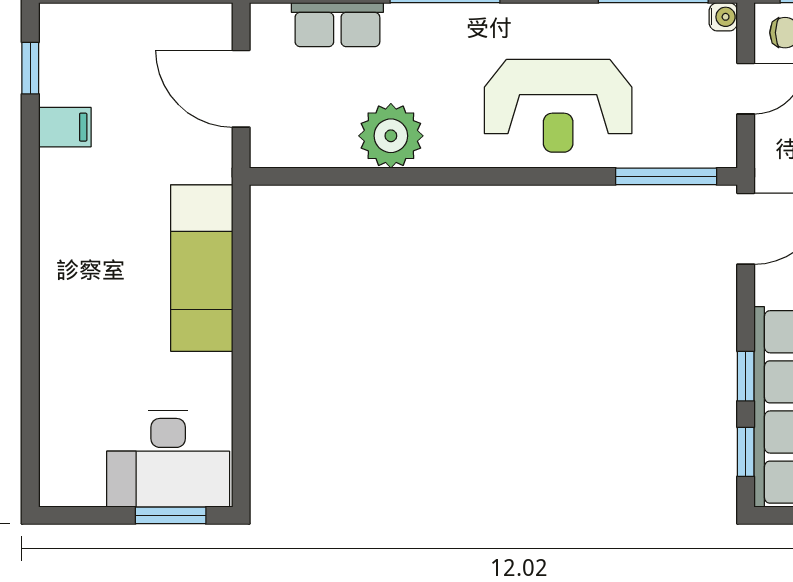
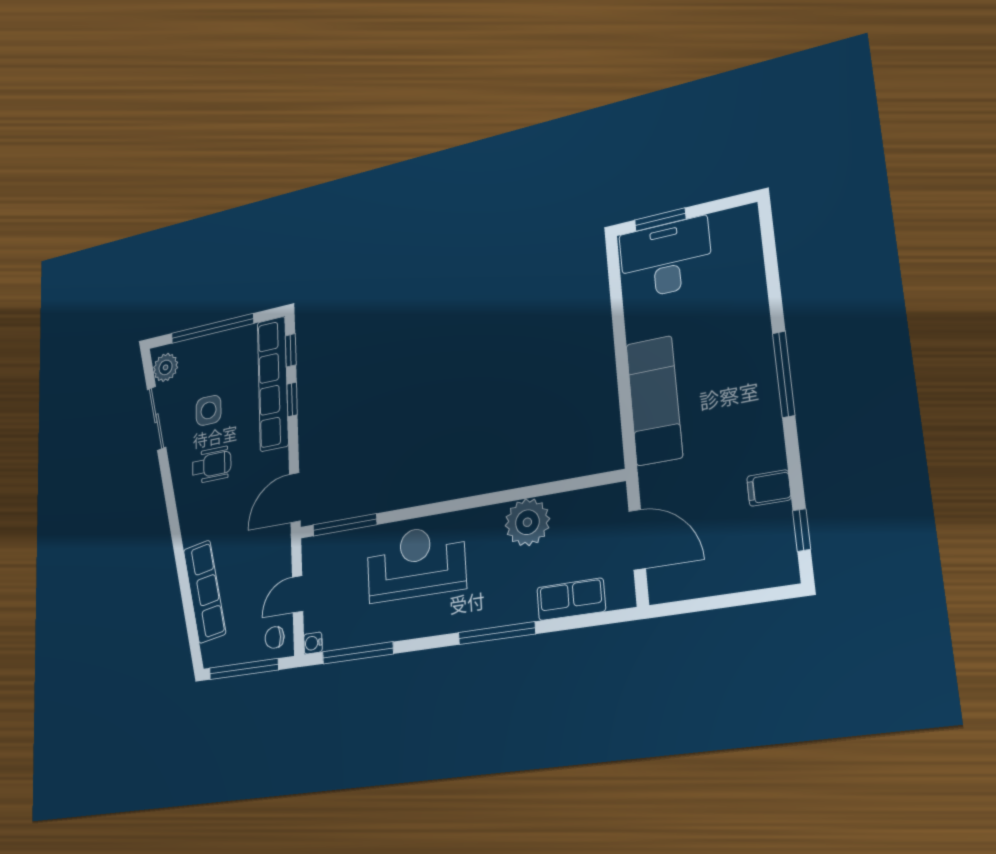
window: (30, 269) -> (784, 374), added

